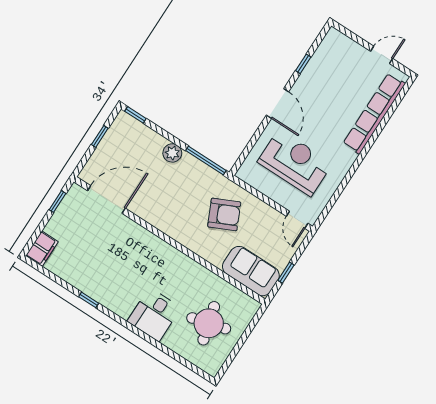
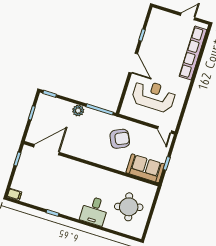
filing cabinet: (42, 249) -> (14, 194), width x0.50

